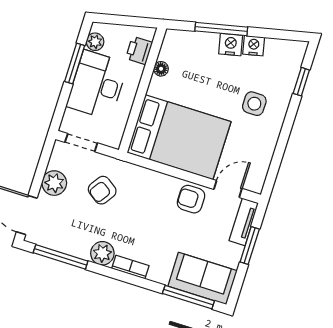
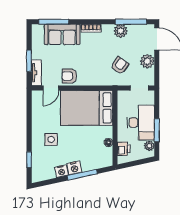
armchair: (191, 199) -> (69, 76), turned 180
plant: (102, 253) -> (121, 31), moved
sofa: (203, 278) -> (62, 34), moved

